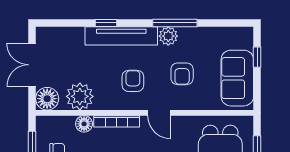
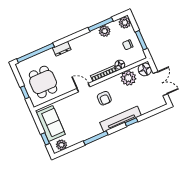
plant: (168, 36) -> (62, 145), moved
armchair: (182, 74) -> (80, 113), removed

